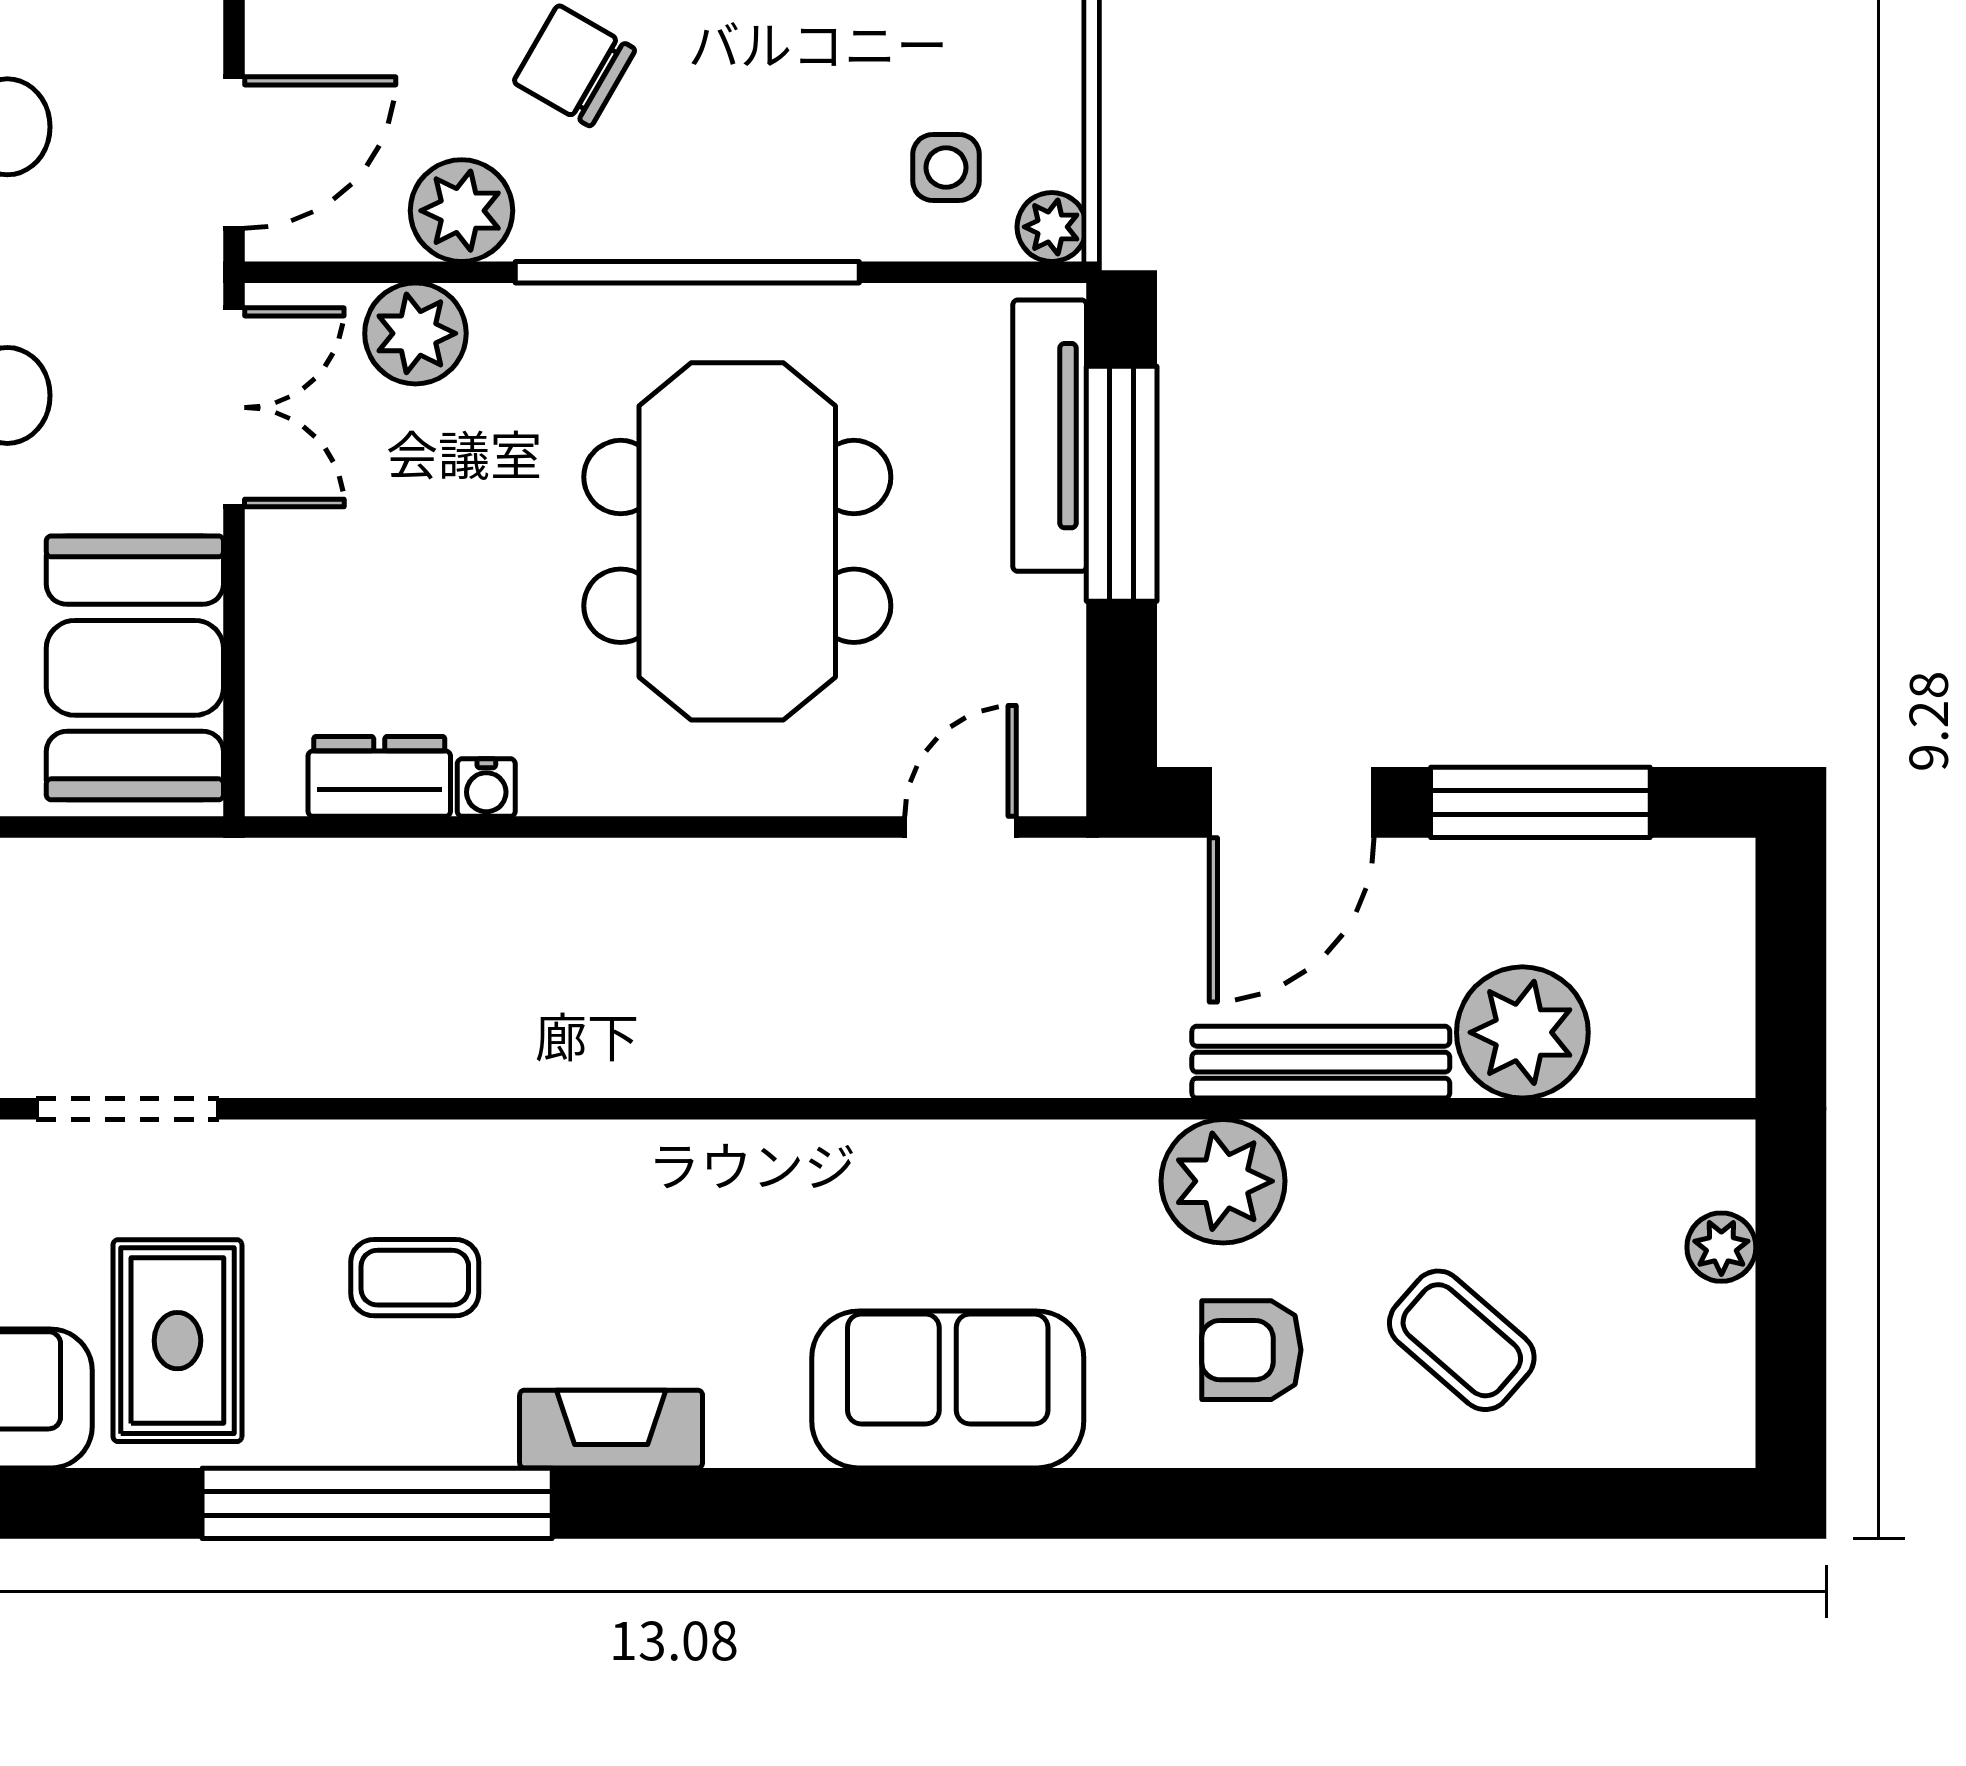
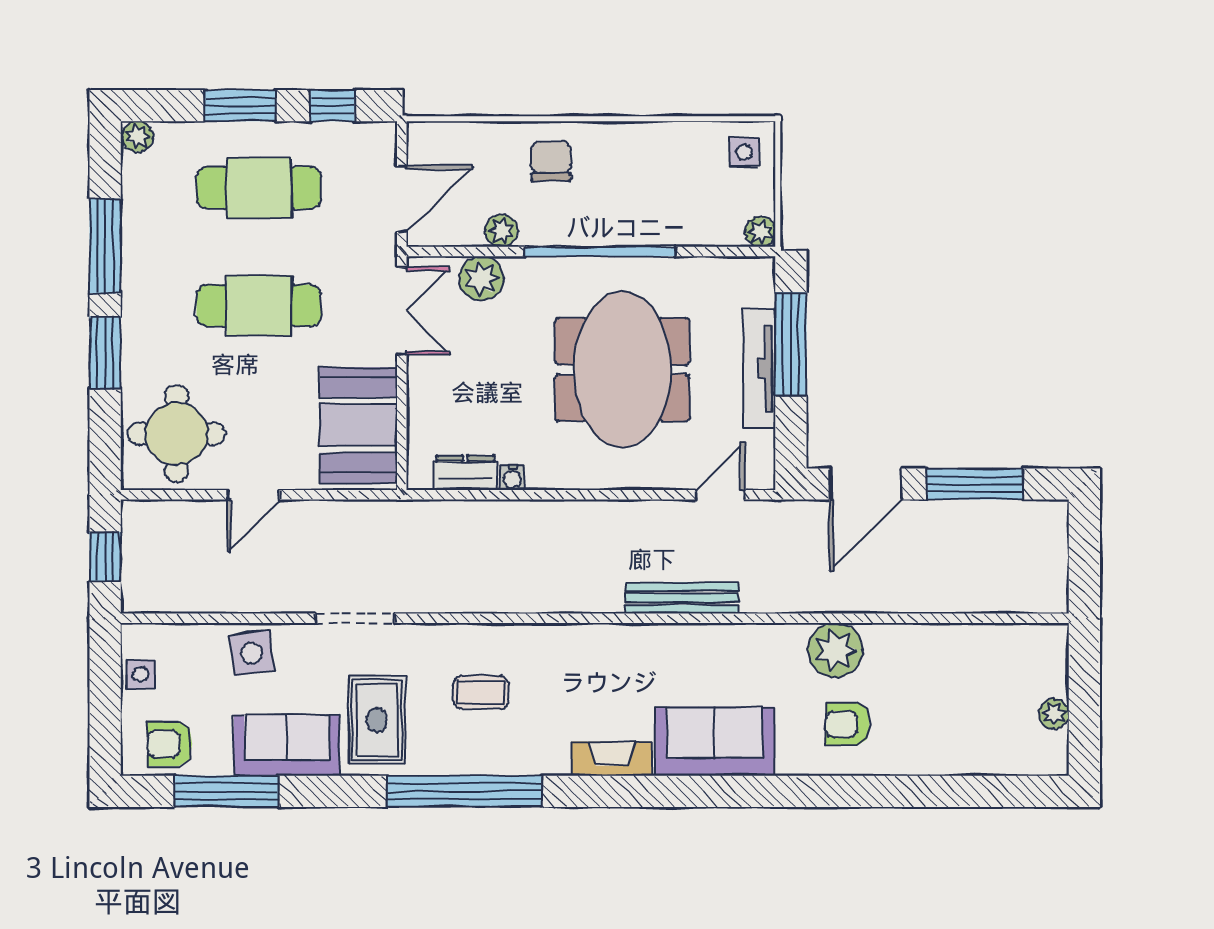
chair: (574, 66) -> (551, 161), turned 60
side table: (946, 168) -> (744, 152), moved
plant: (462, 211) -> (501, 231), width x0.73, depth x0.73
tv unit: (1050, 436) -> (759, 368), moved
plant: (1522, 1032) -> (967, 585), removed
bench: (1321, 1062) -> (682, 598), moved
plant: (1721, 1247) -> (1054, 714), moved
coffee table: (1462, 1340) -> (940, 720), removed
fireplace: (611, 1429) -> (612, 759), moved

